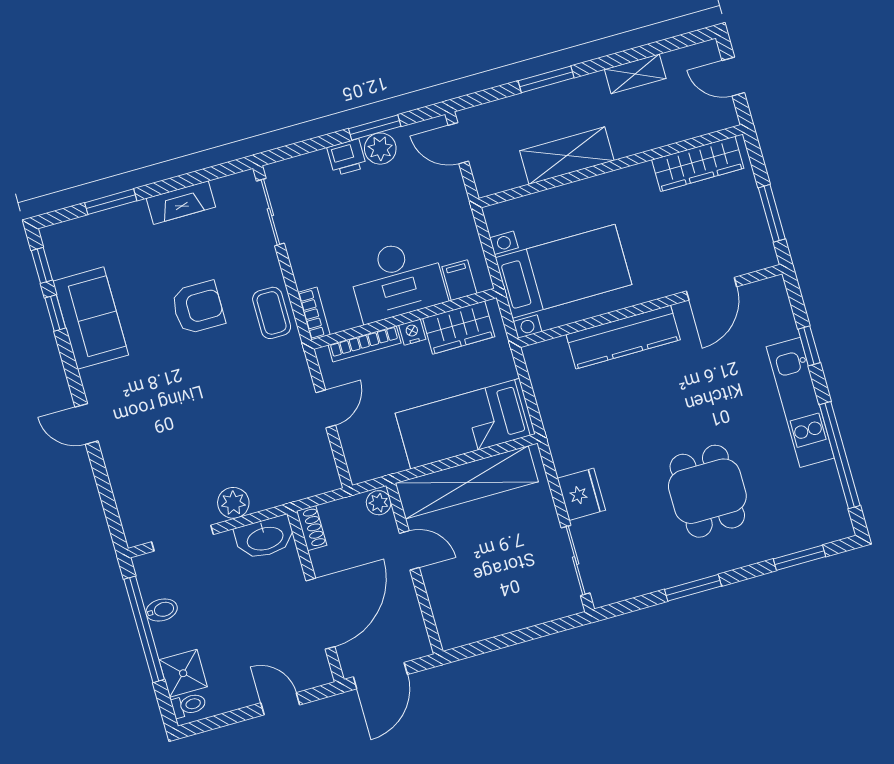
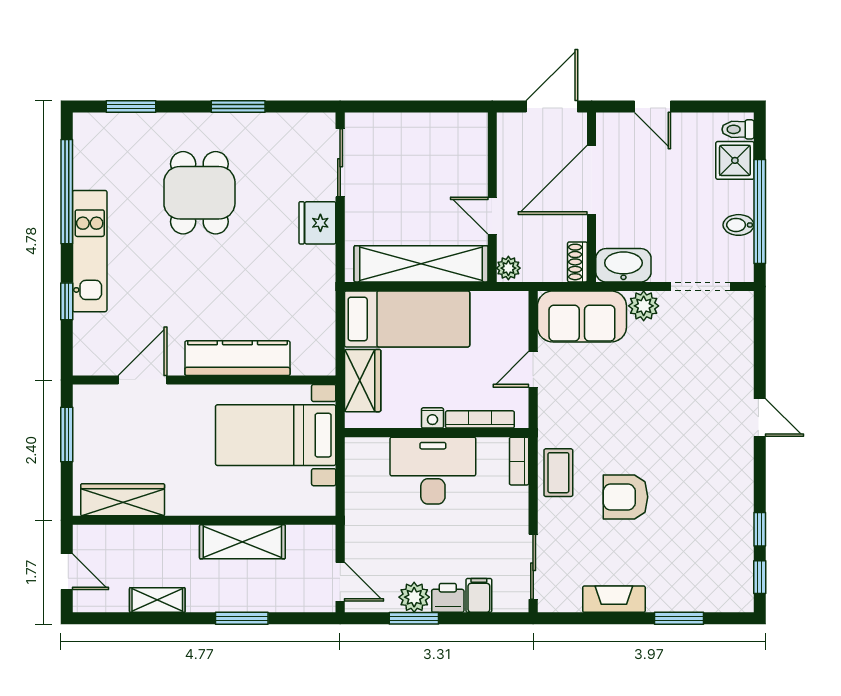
filing cabinet: (459, 280) -> (479, 595), moved, turned 180
sofa: (91, 318) -> (582, 316), moved, turned -90
wardrobe: (459, 328) -> (363, 381), moved, turned 90

